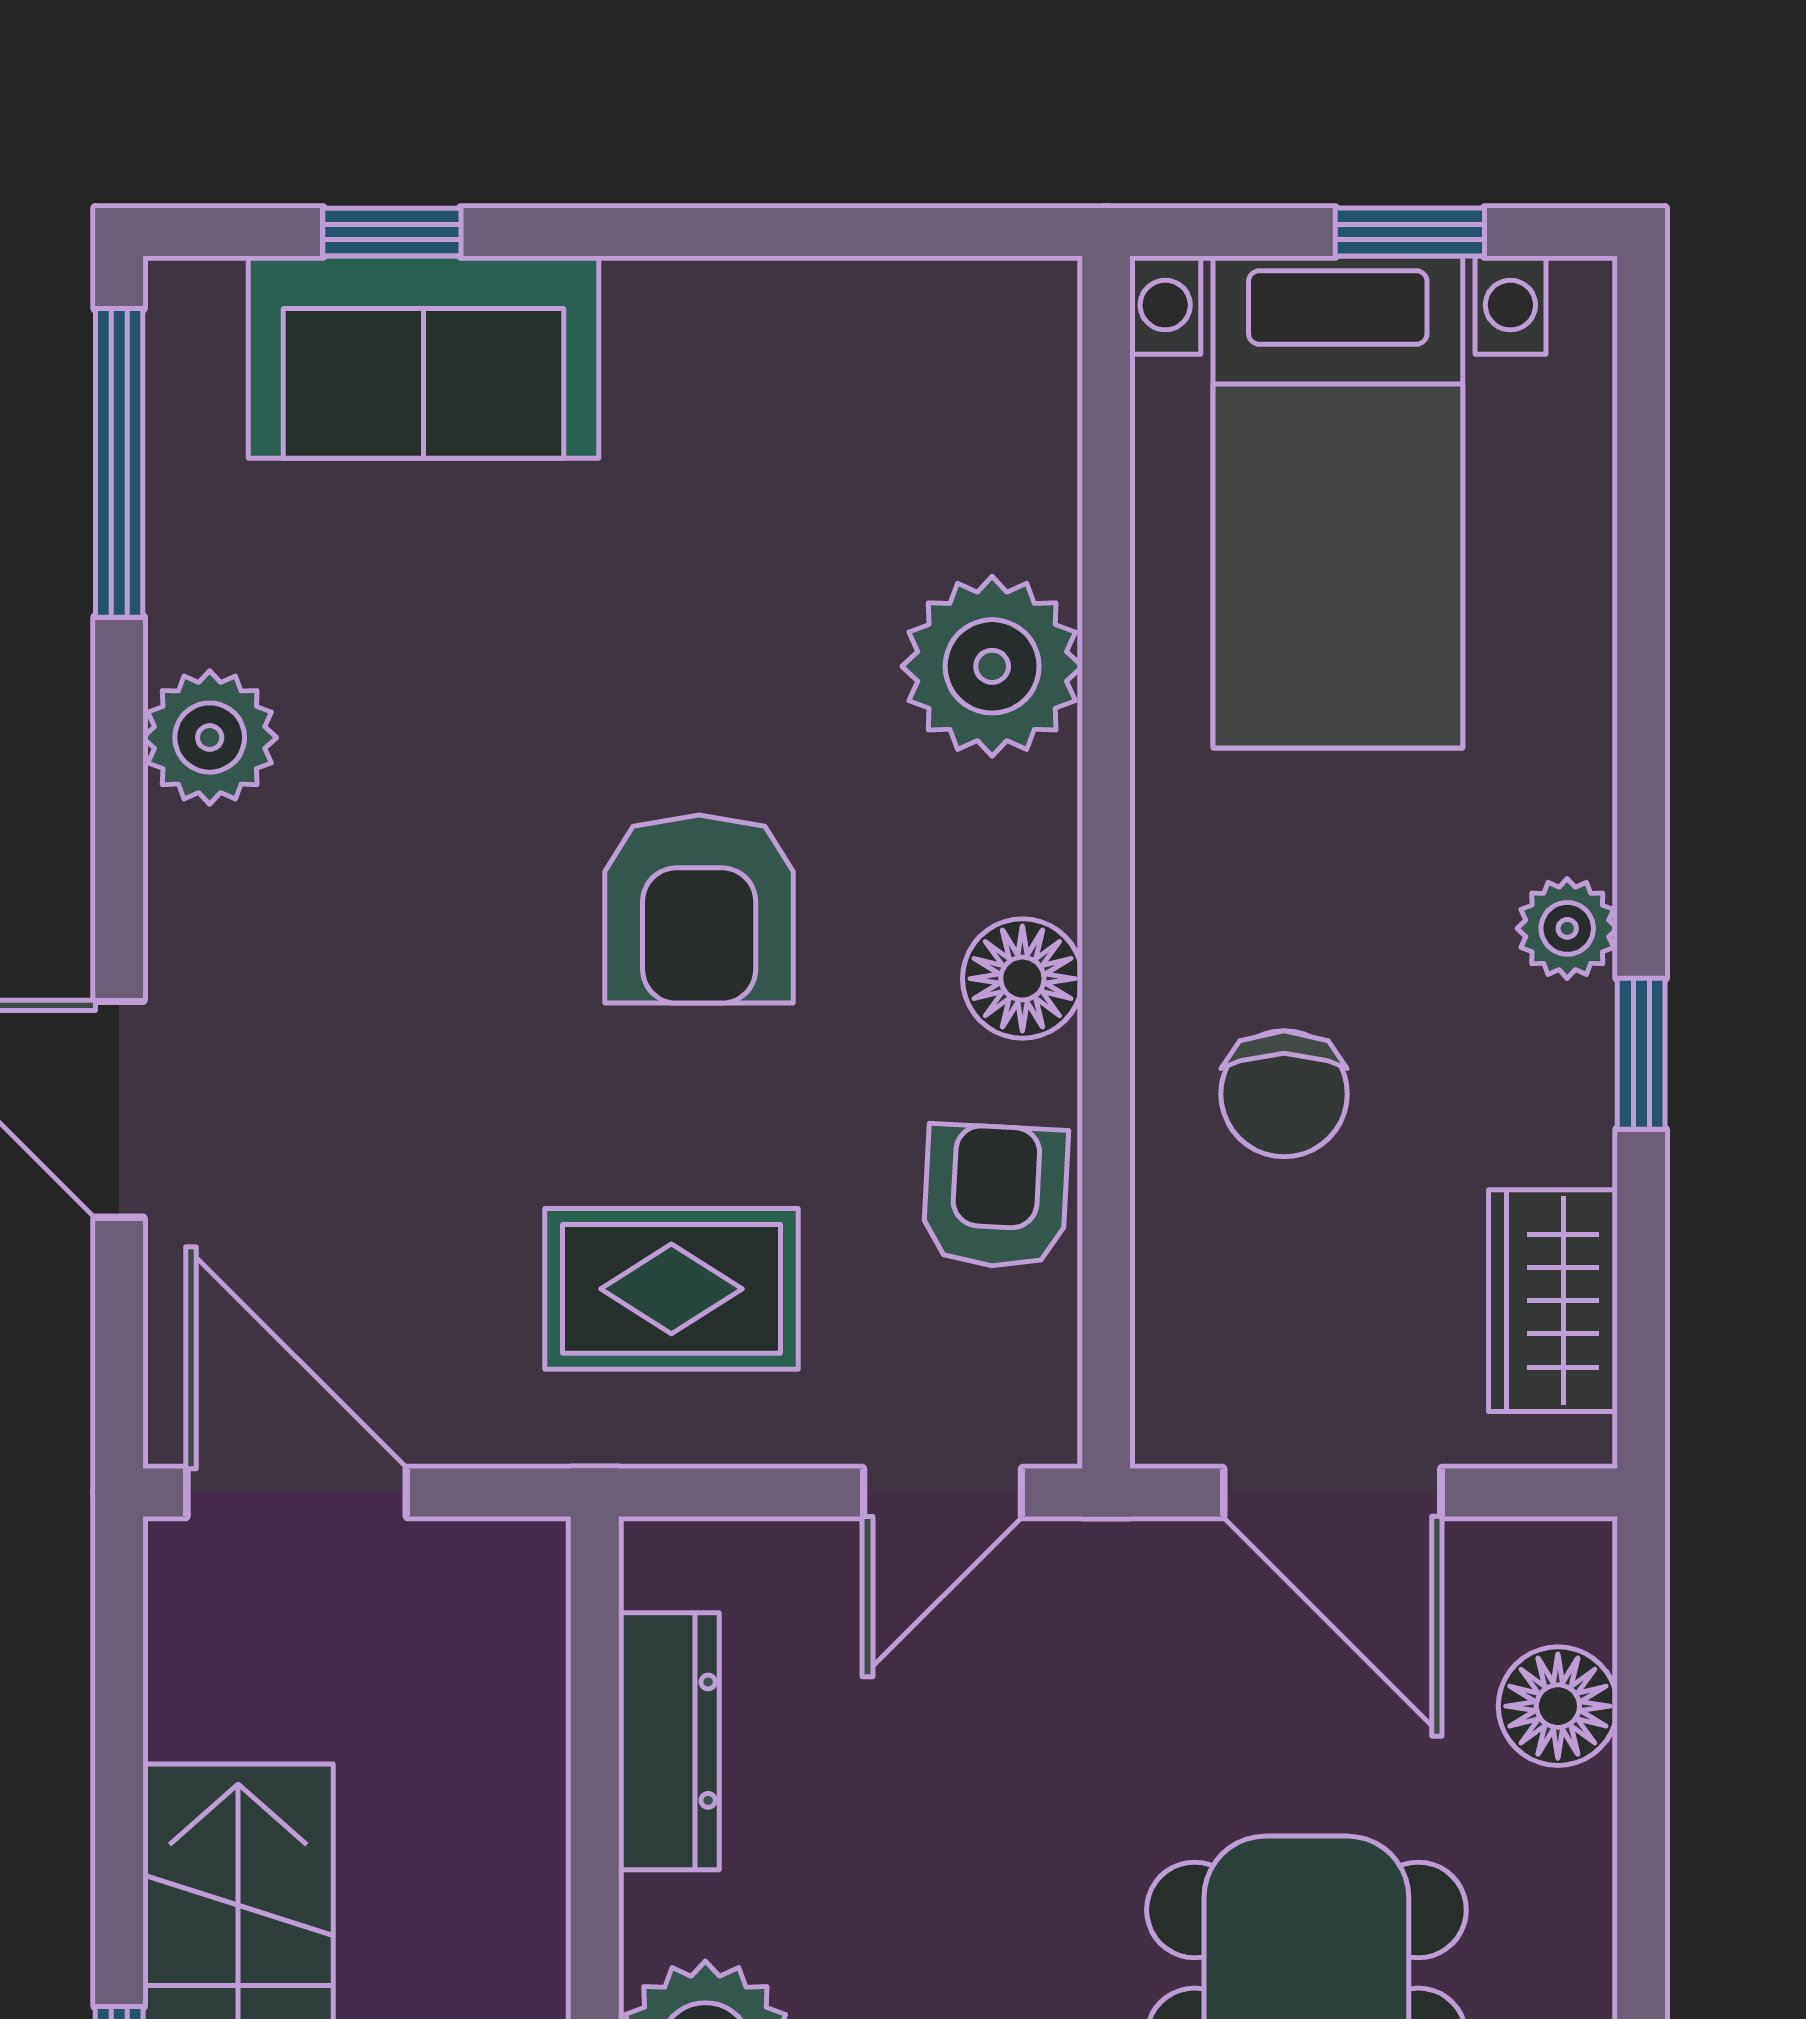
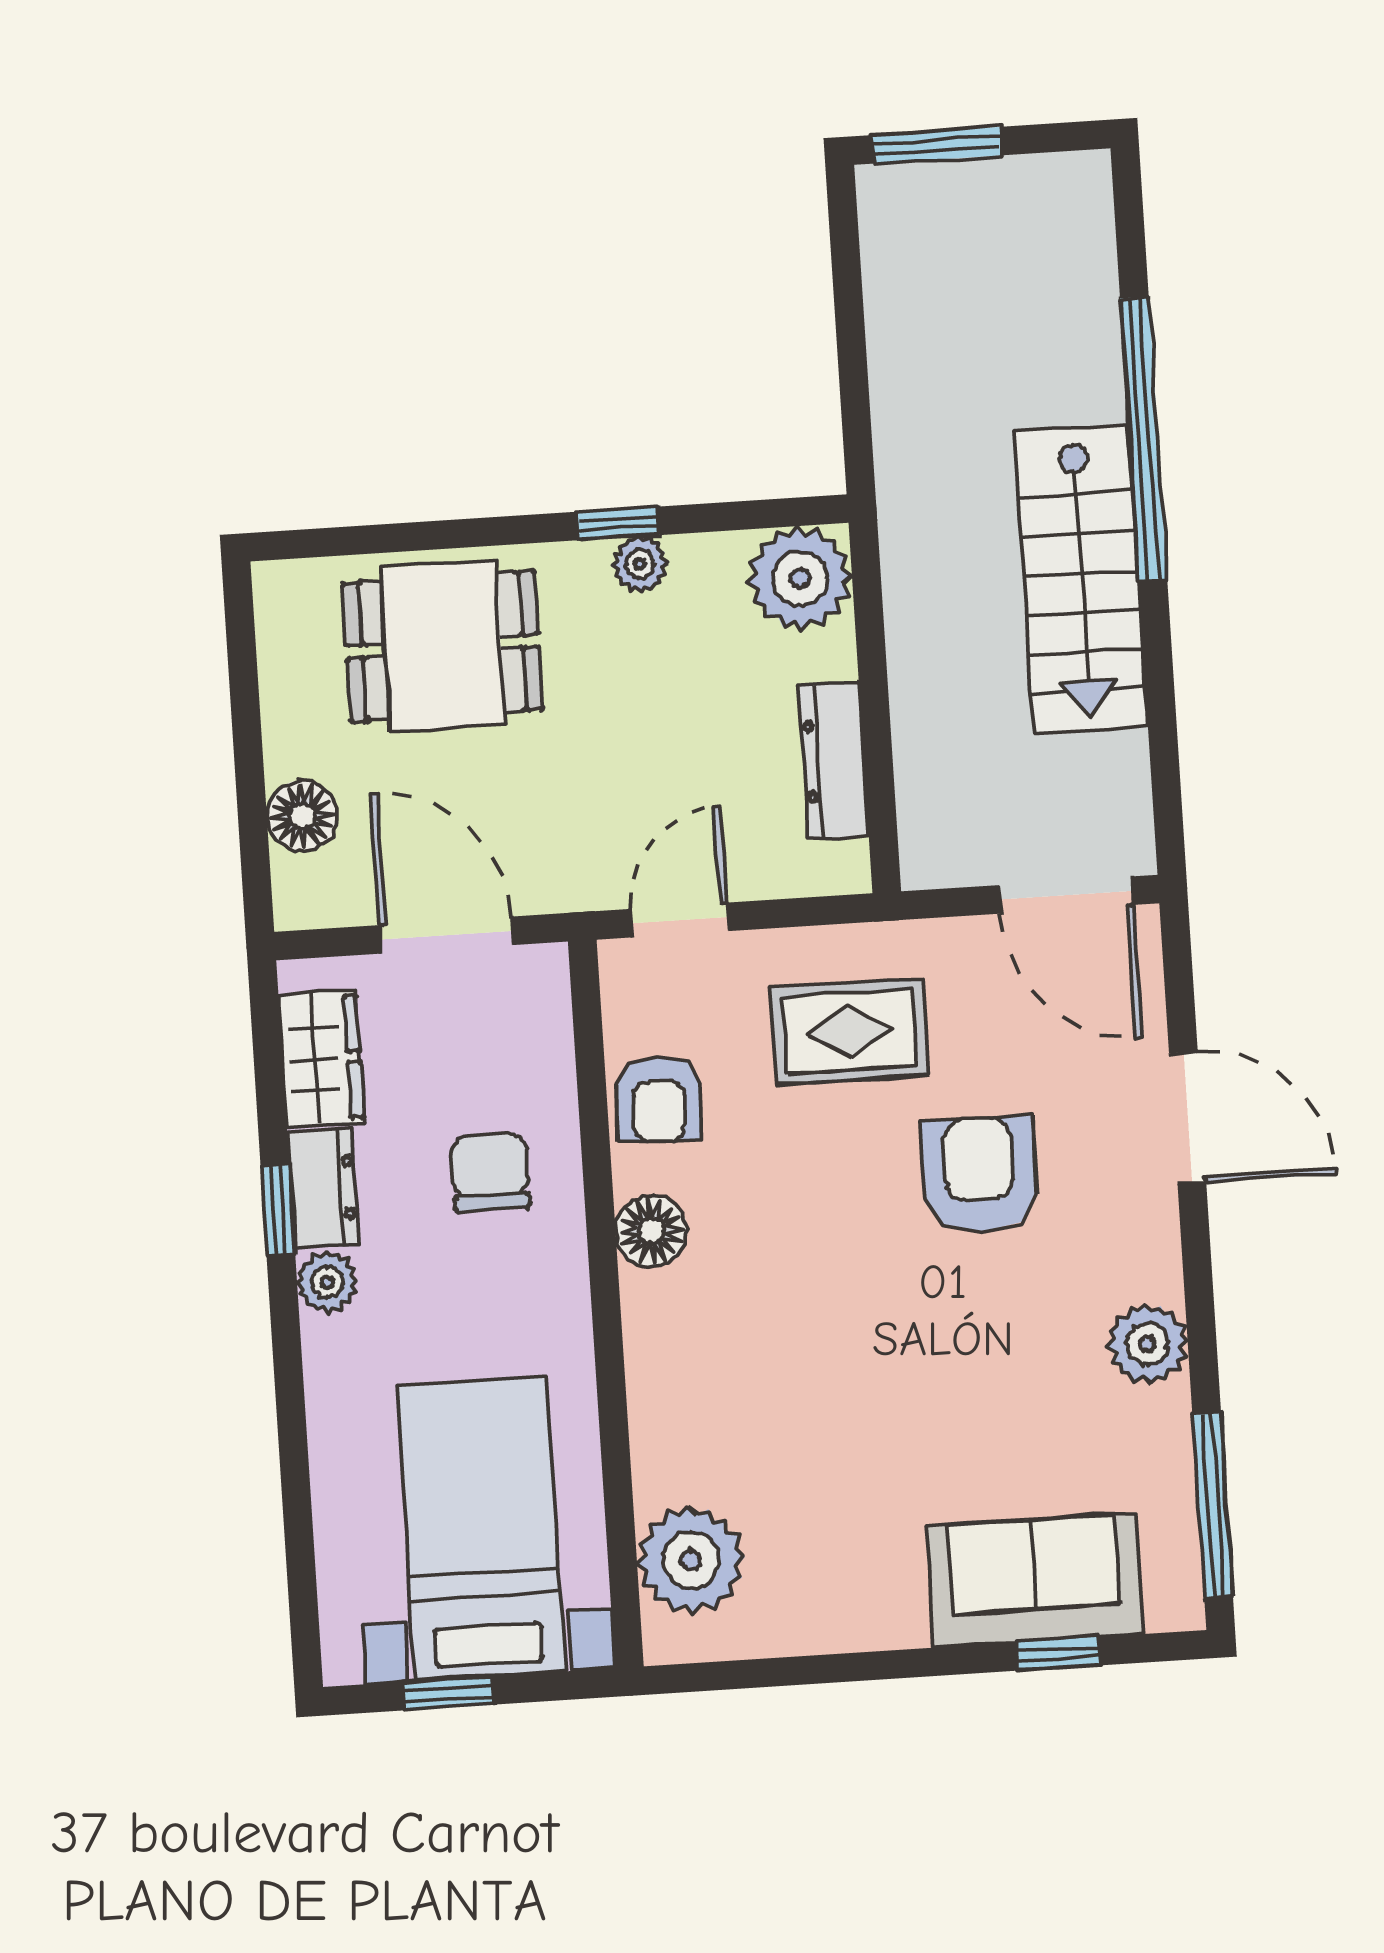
plant: (992, 666) -> (691, 1560), moved
armchair: (699, 909) -> (979, 1175), moved
dresser: (1563, 1084) -> (323, 1189), added

